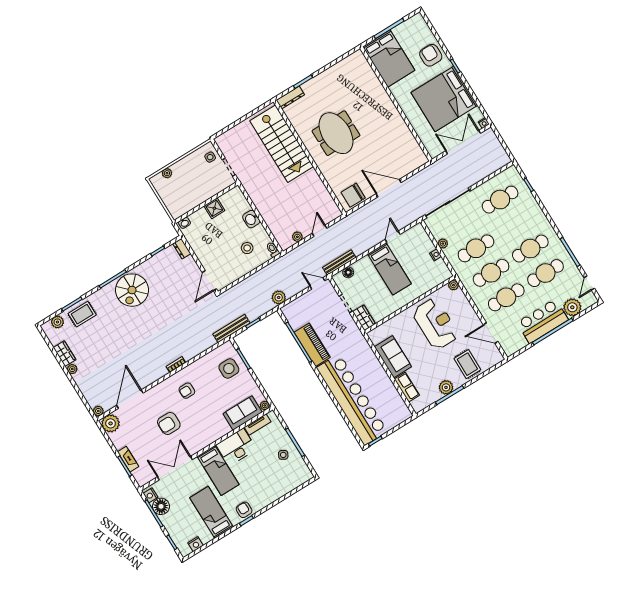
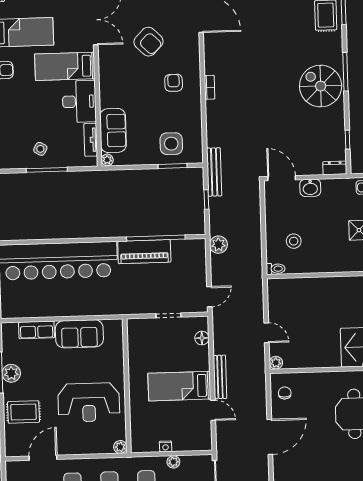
chair: (353, 195) -> (285, 393), width x0.54, depth x0.54
washbasin: (251, 219) -> (310, 188), moved, turned 180
plant: (297, 237) -> (276, 363), moved
bench: (339, 263) -> (220, 377), moved
wardrobe: (364, 318) -> (141, 327), removed
armchair: (169, 423) -> (149, 42), turned 135

